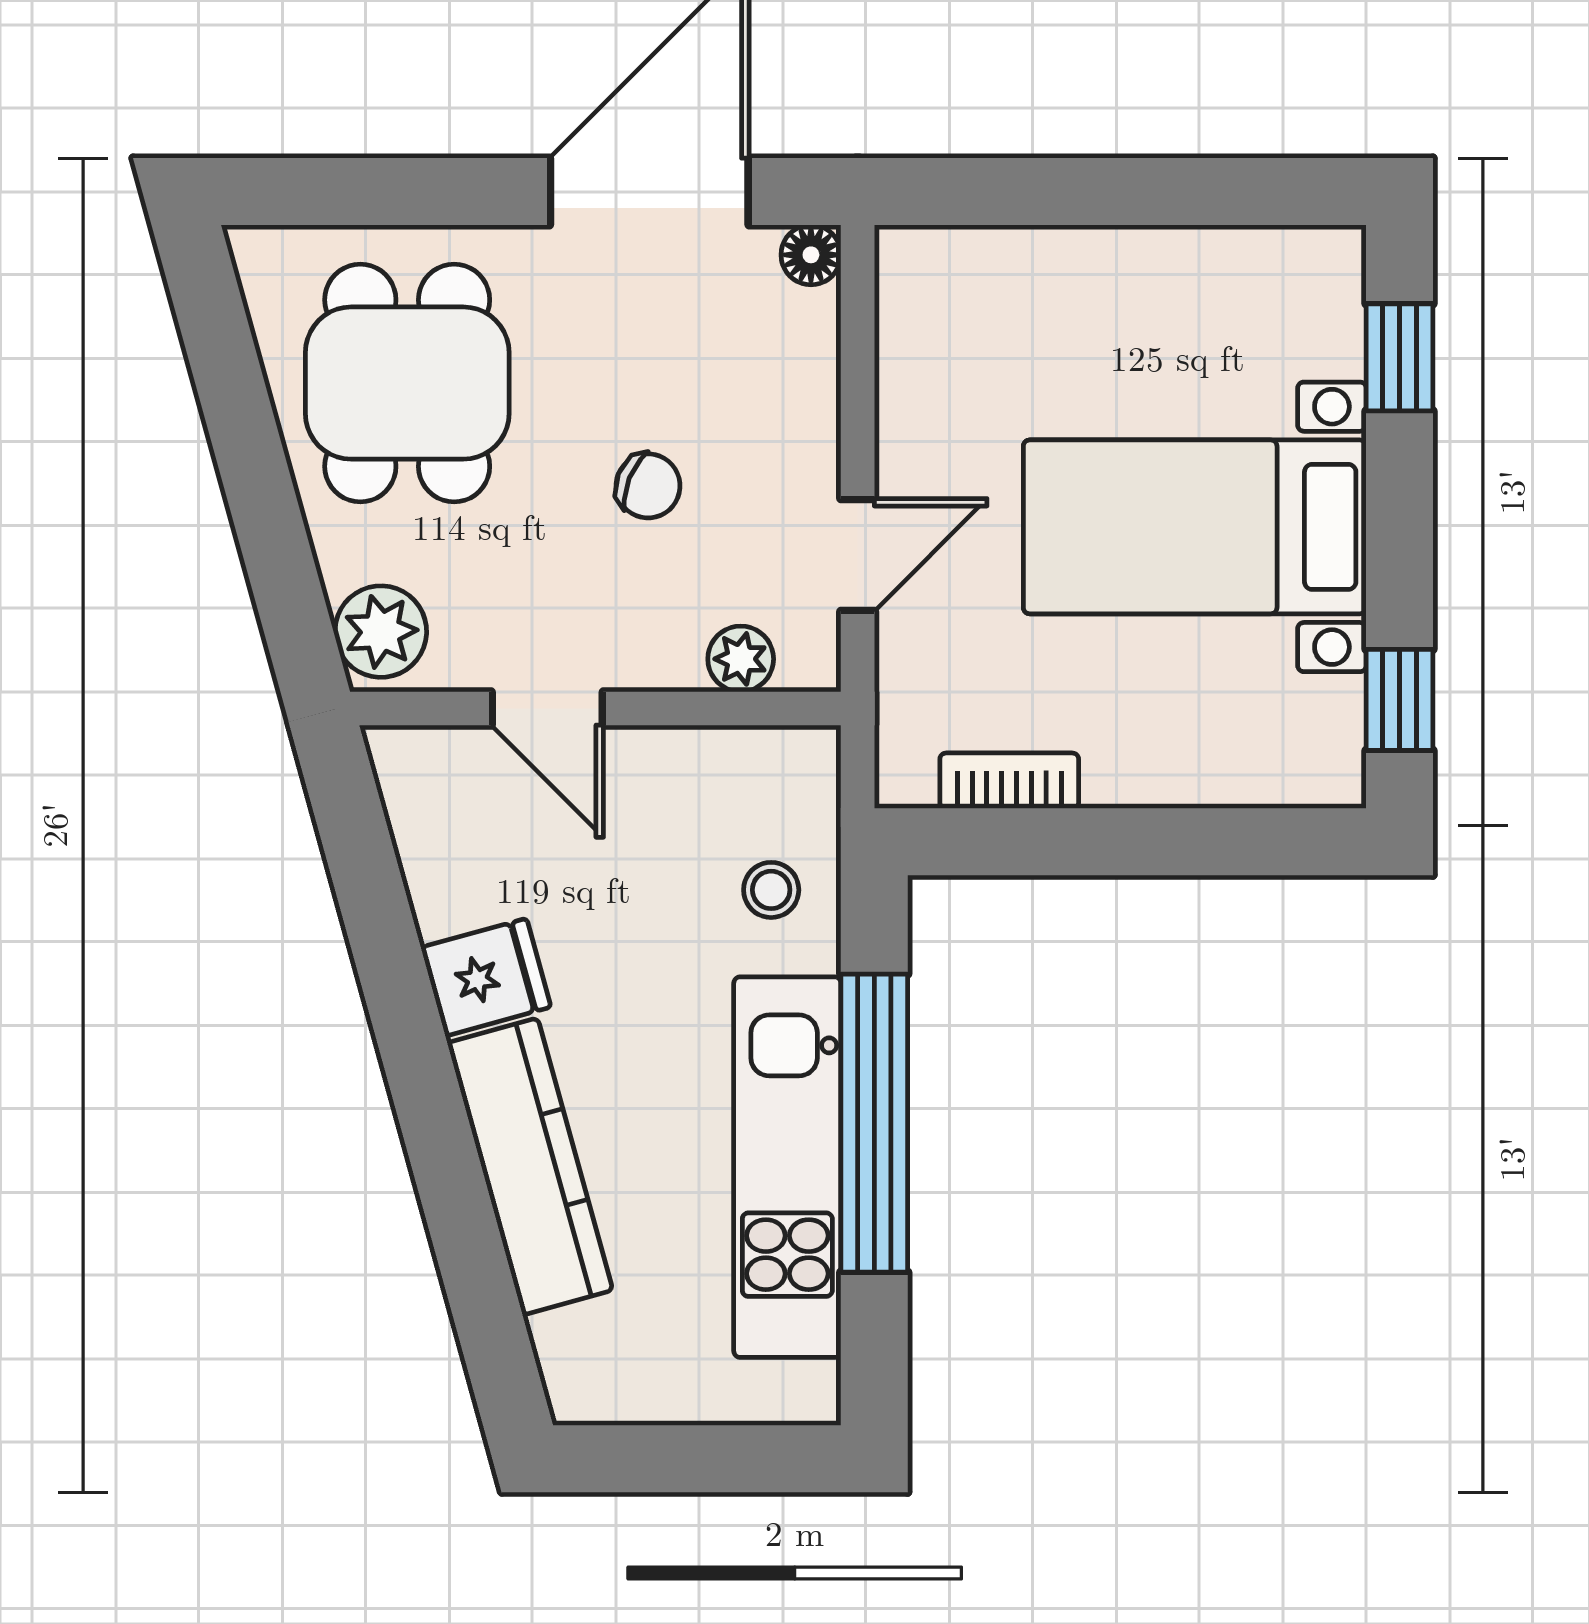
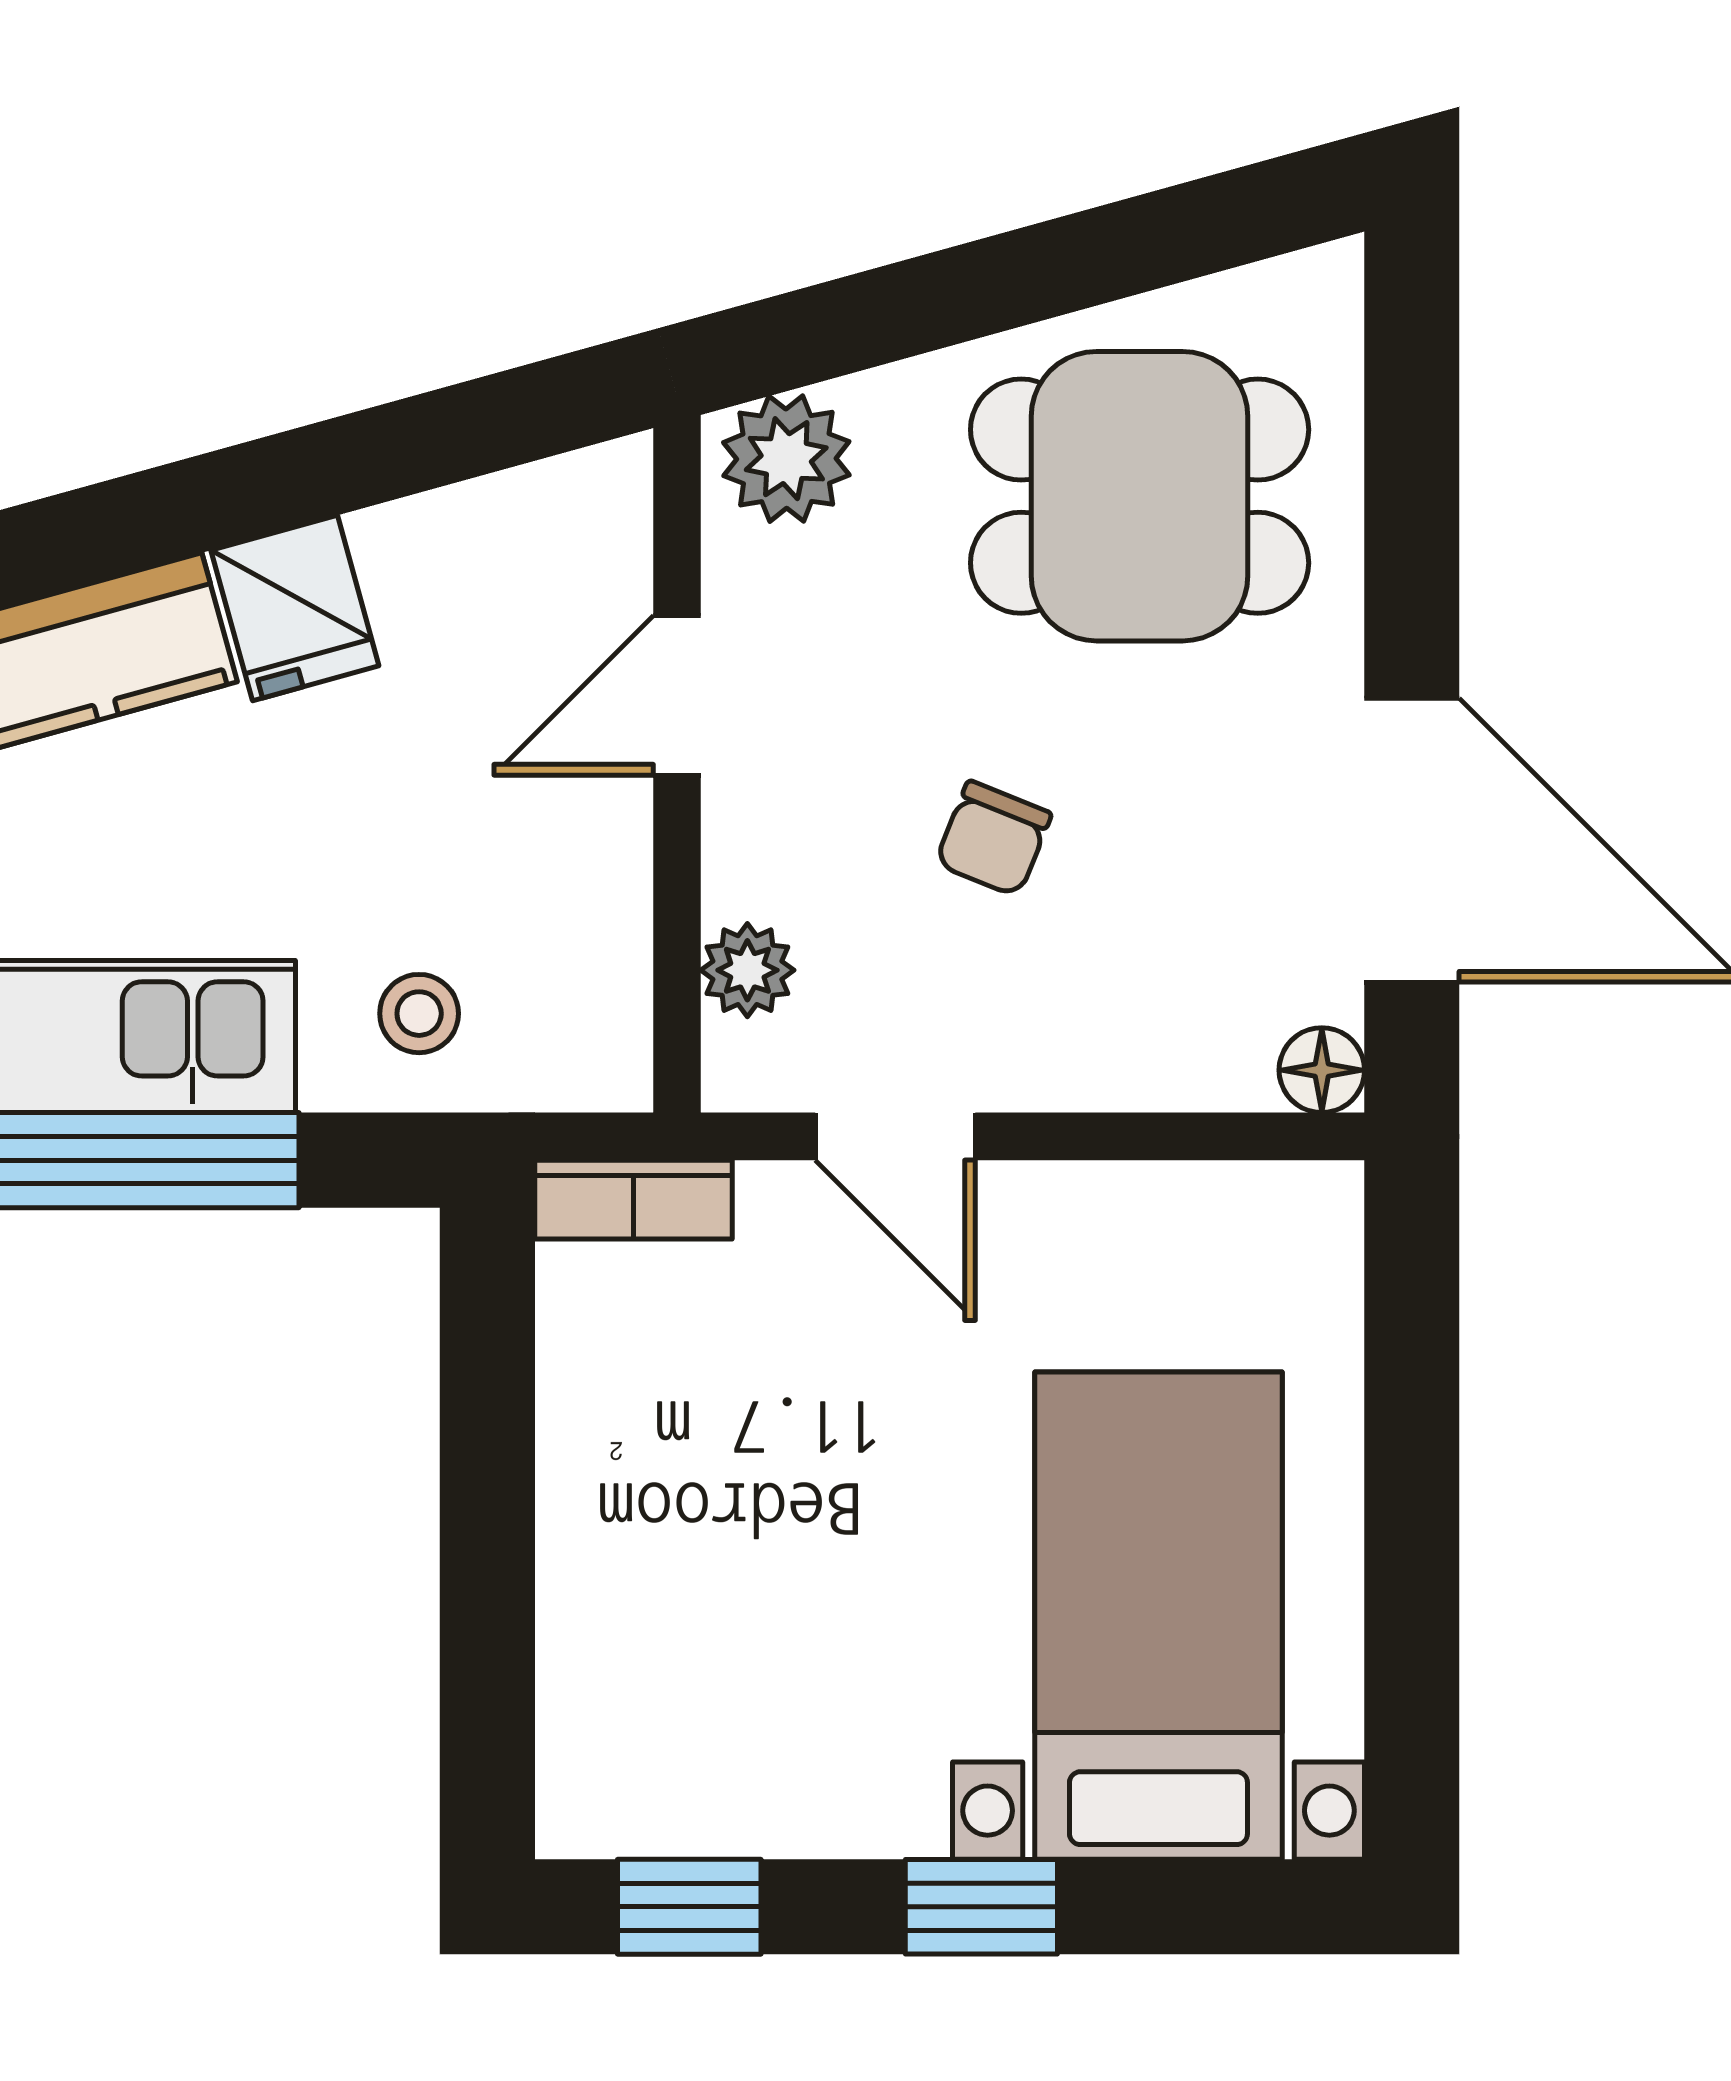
window: (1400, 357) -> (981, 1907), moved
bed with nightstands: (1195, 527) -> (1158, 1616), moved
bookcase: (1009, 781) -> (633, 1200), moved, turned 90

